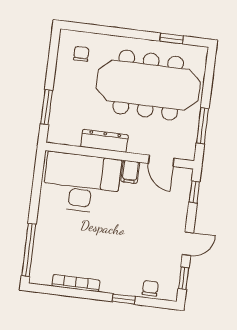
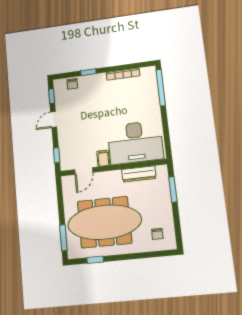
window: (203, 126) -> (63, 238), moved
dresser: (104, 141) -> (139, 174), moved
door: (161, 161) -> (84, 171), swing flipped

